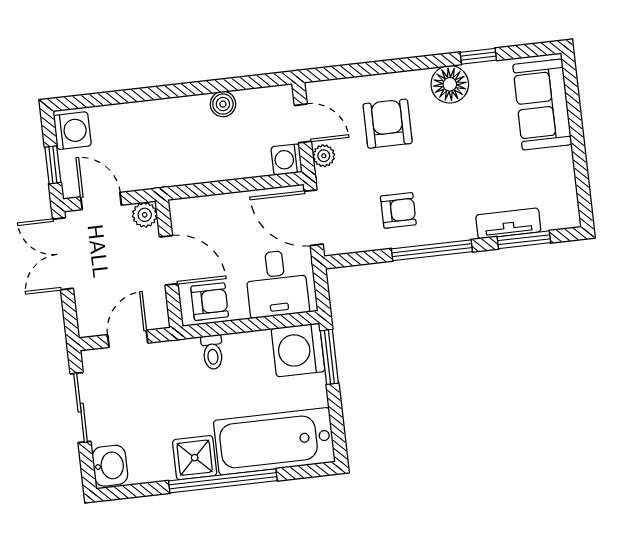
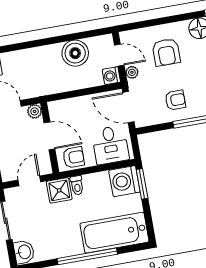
boiler: (223, 104) -> (75, 53), width x1.86, depth x1.86
armchair: (388, 124) -> (166, 52), turned 180
shower: (195, 458) -> (59, 190), moved

